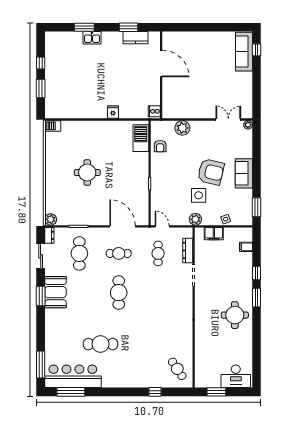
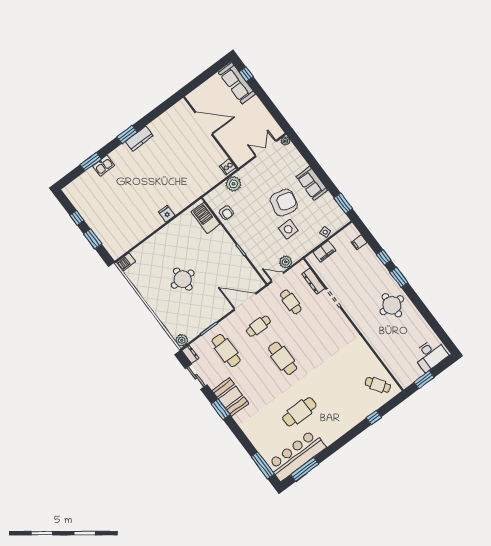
door: (161, 64) -> (204, 123), moved
wall: (161, 75) -> (211, 133), moved
cooker: (154, 111) -> (228, 167), moved
plant: (195, 219) -> (286, 262), moved

